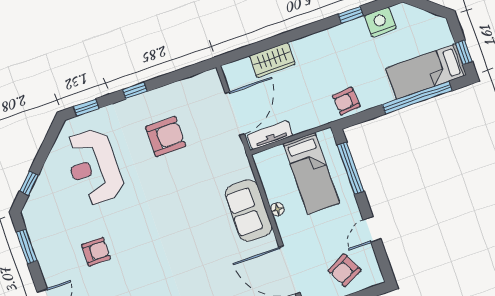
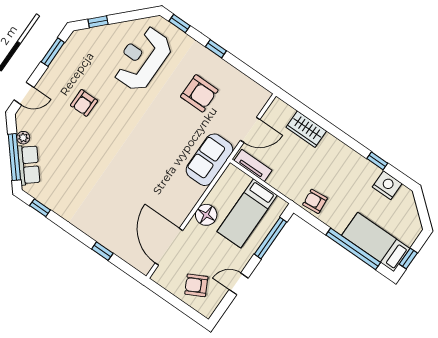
door: (235, 113) -> (250, 130), width x0.73
floor lamp: (277, 209) -> (206, 215), width x1.89, depth x1.89
sofa: (249, 211) -> (209, 160), moved
armchair: (96, 252) -> (84, 103), turned 90

